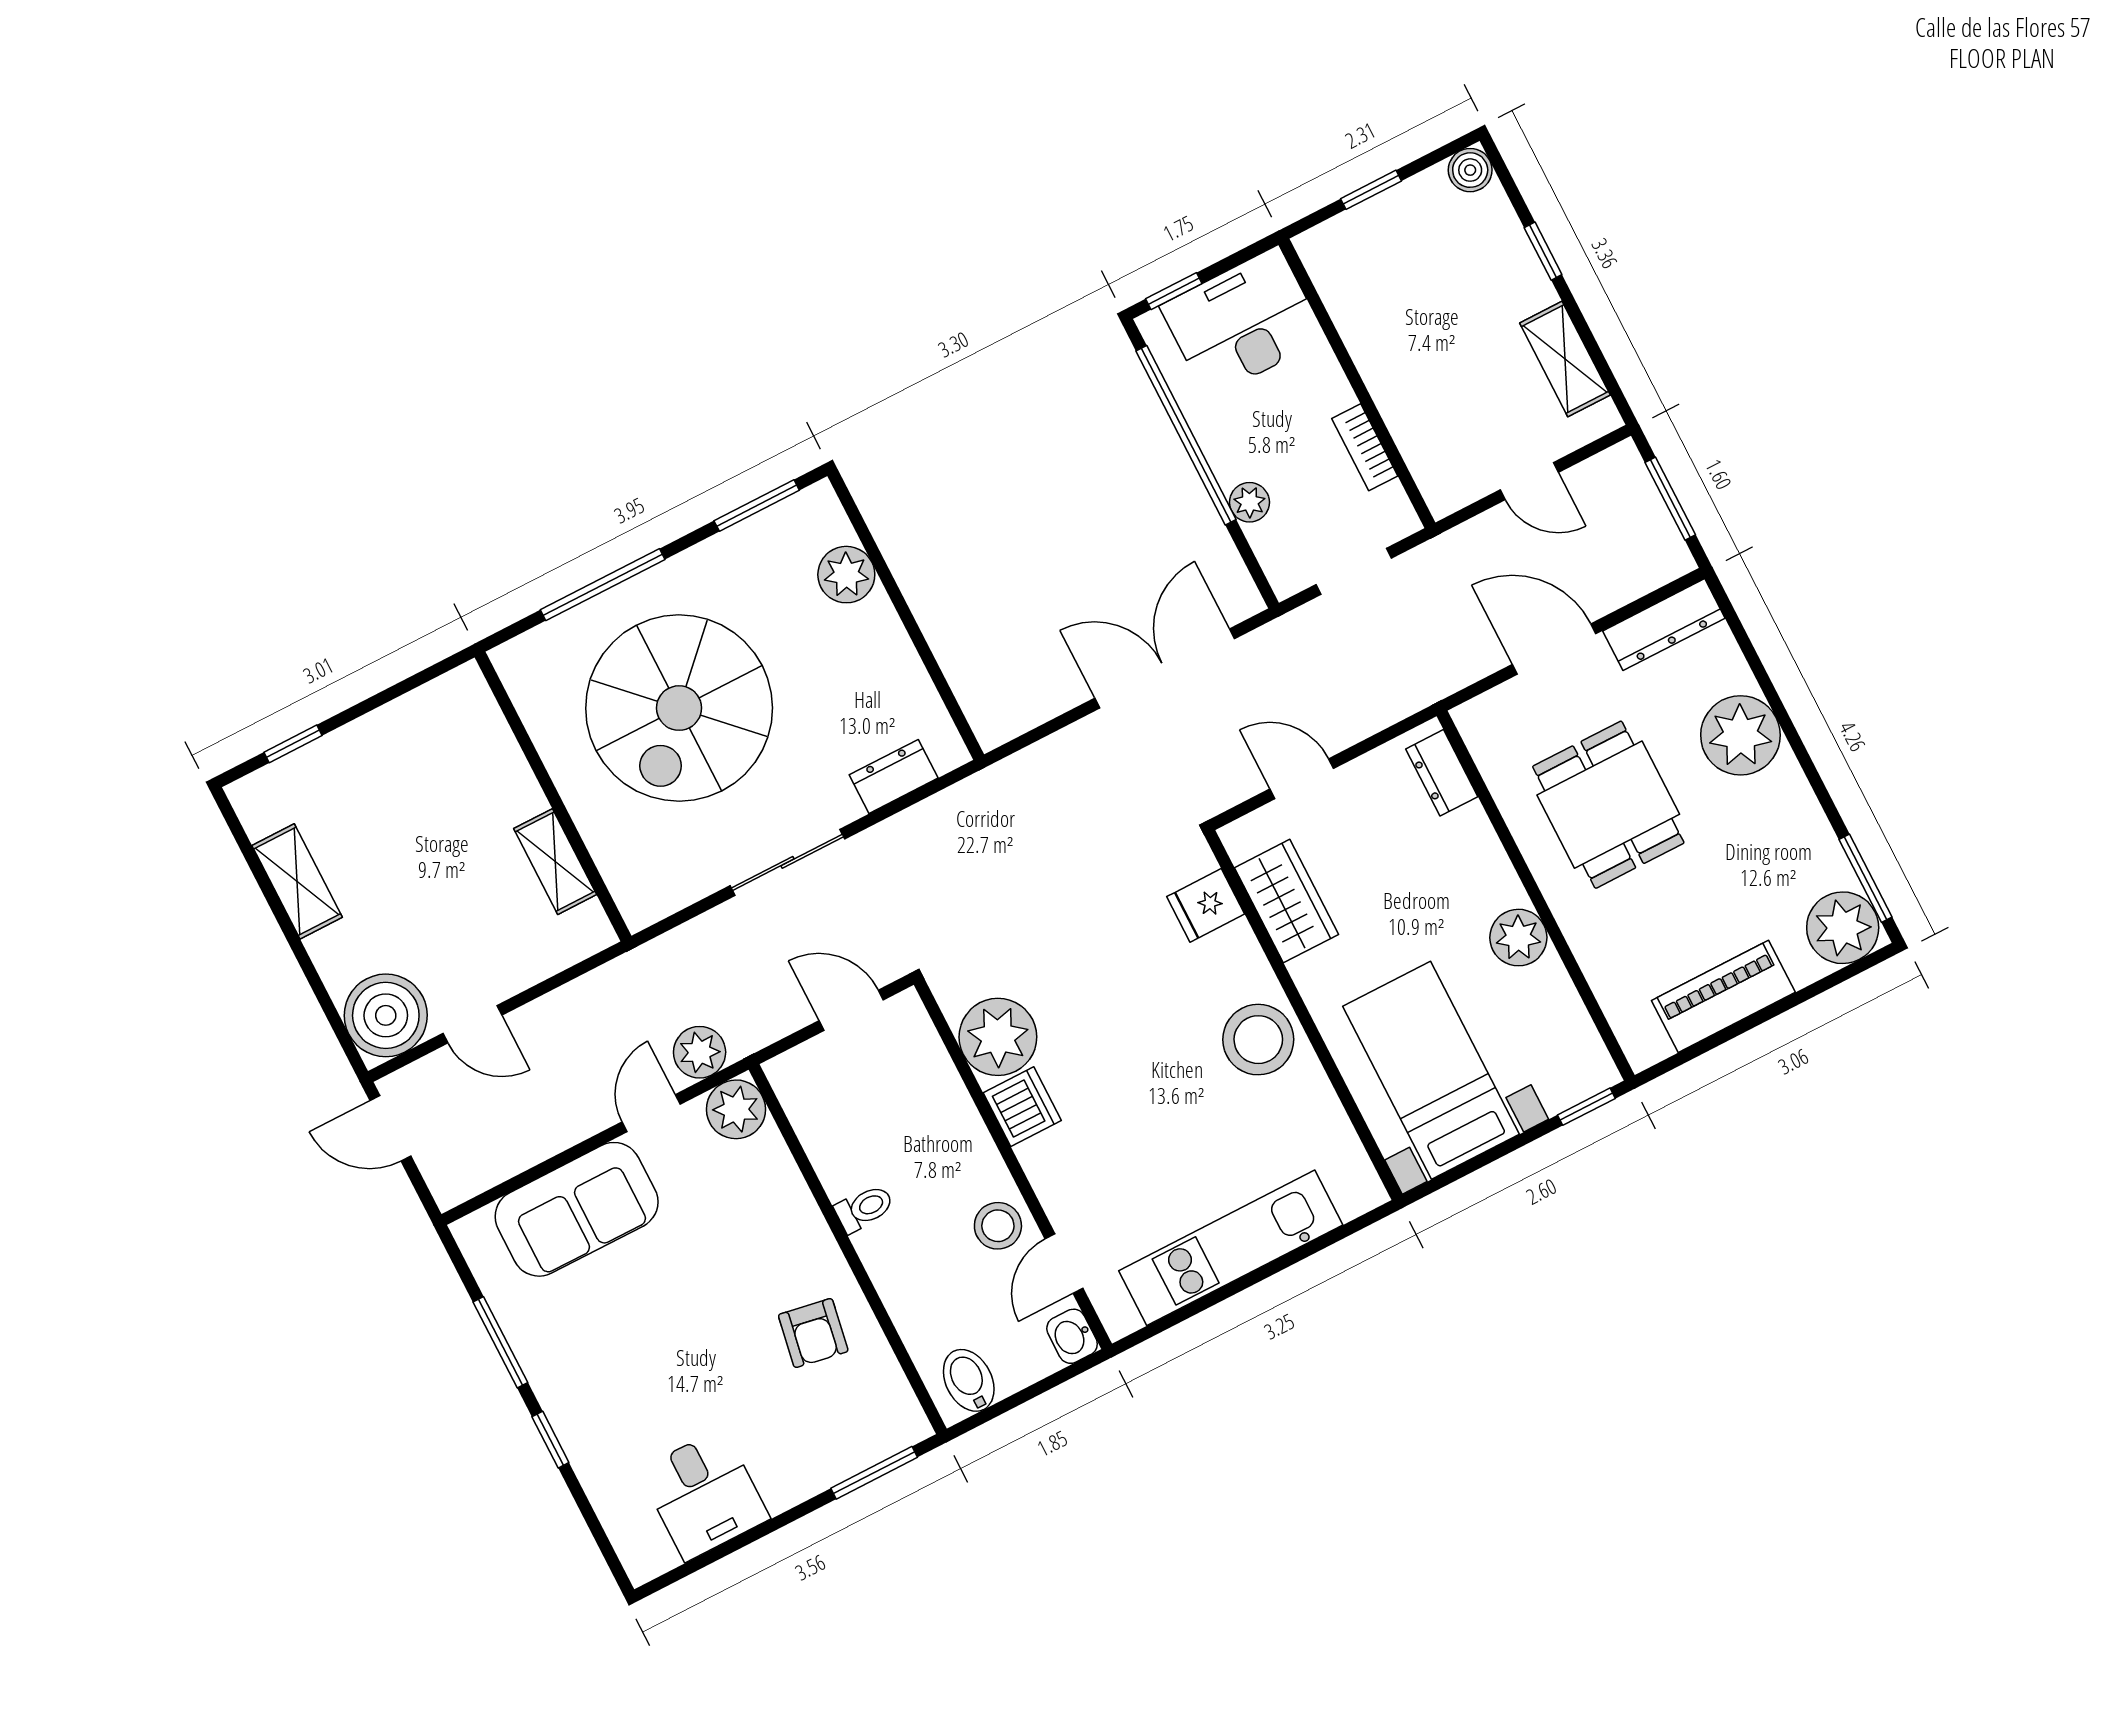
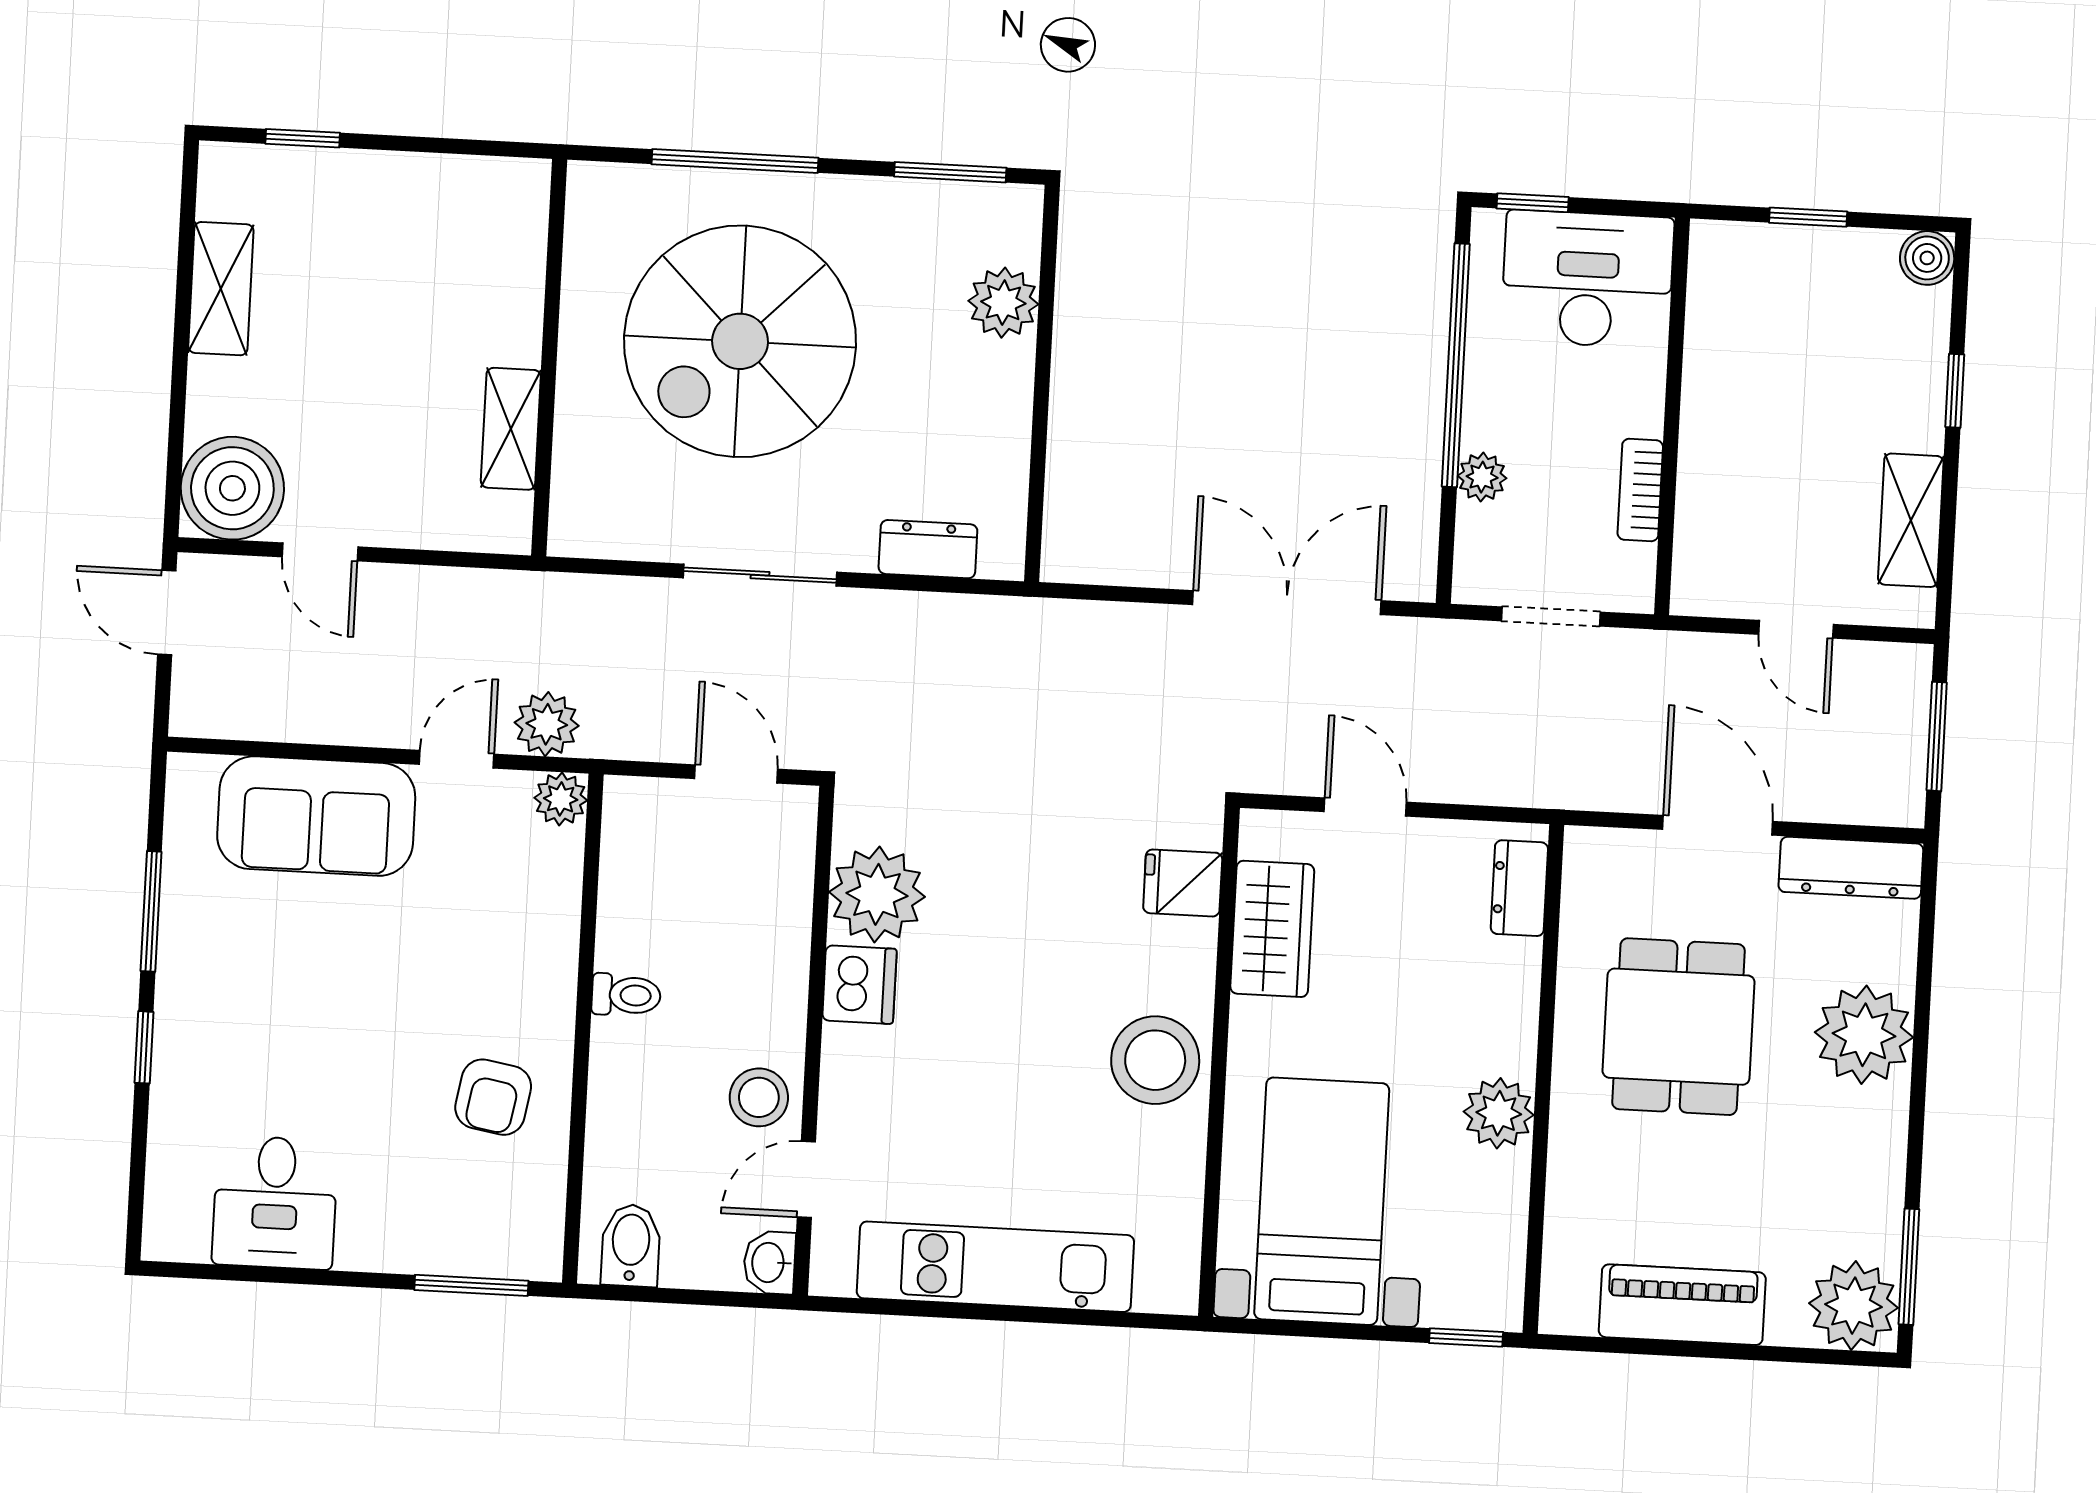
plant: (736, 1109) -> (561, 799), width x0.73, depth x0.73

